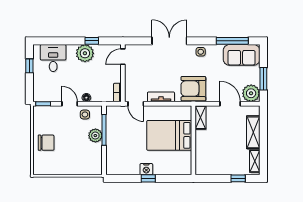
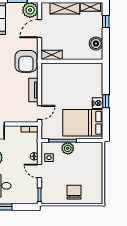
door: (70, 104) -> (39, 171), hinge flipped
bed: (169, 135) -> (83, 123), moved, turned 90
boiler: (213, 167) -> (96, 43), added

